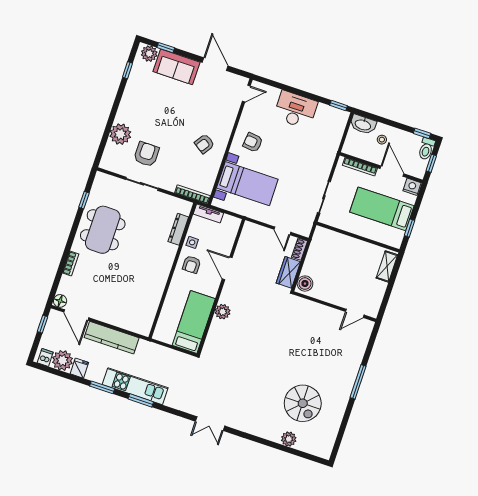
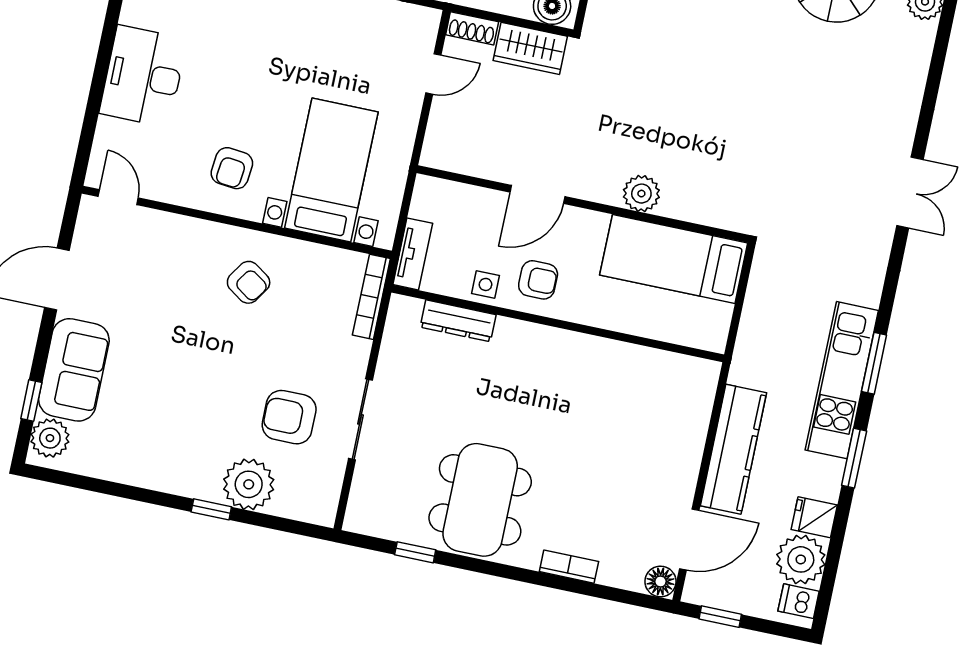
window: (127, 70) -> (211, 509), moved
dining table: (103, 230) -> (480, 500), turned 90

